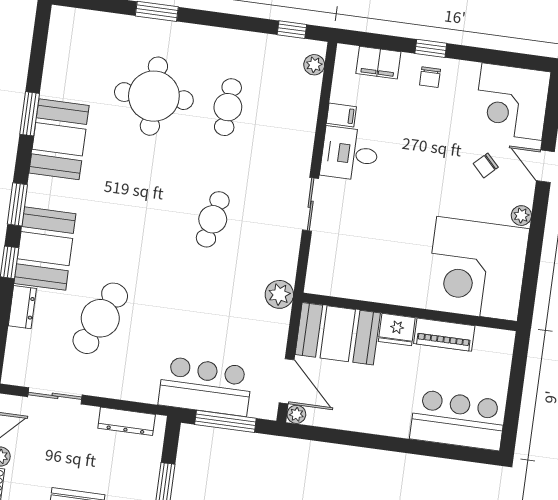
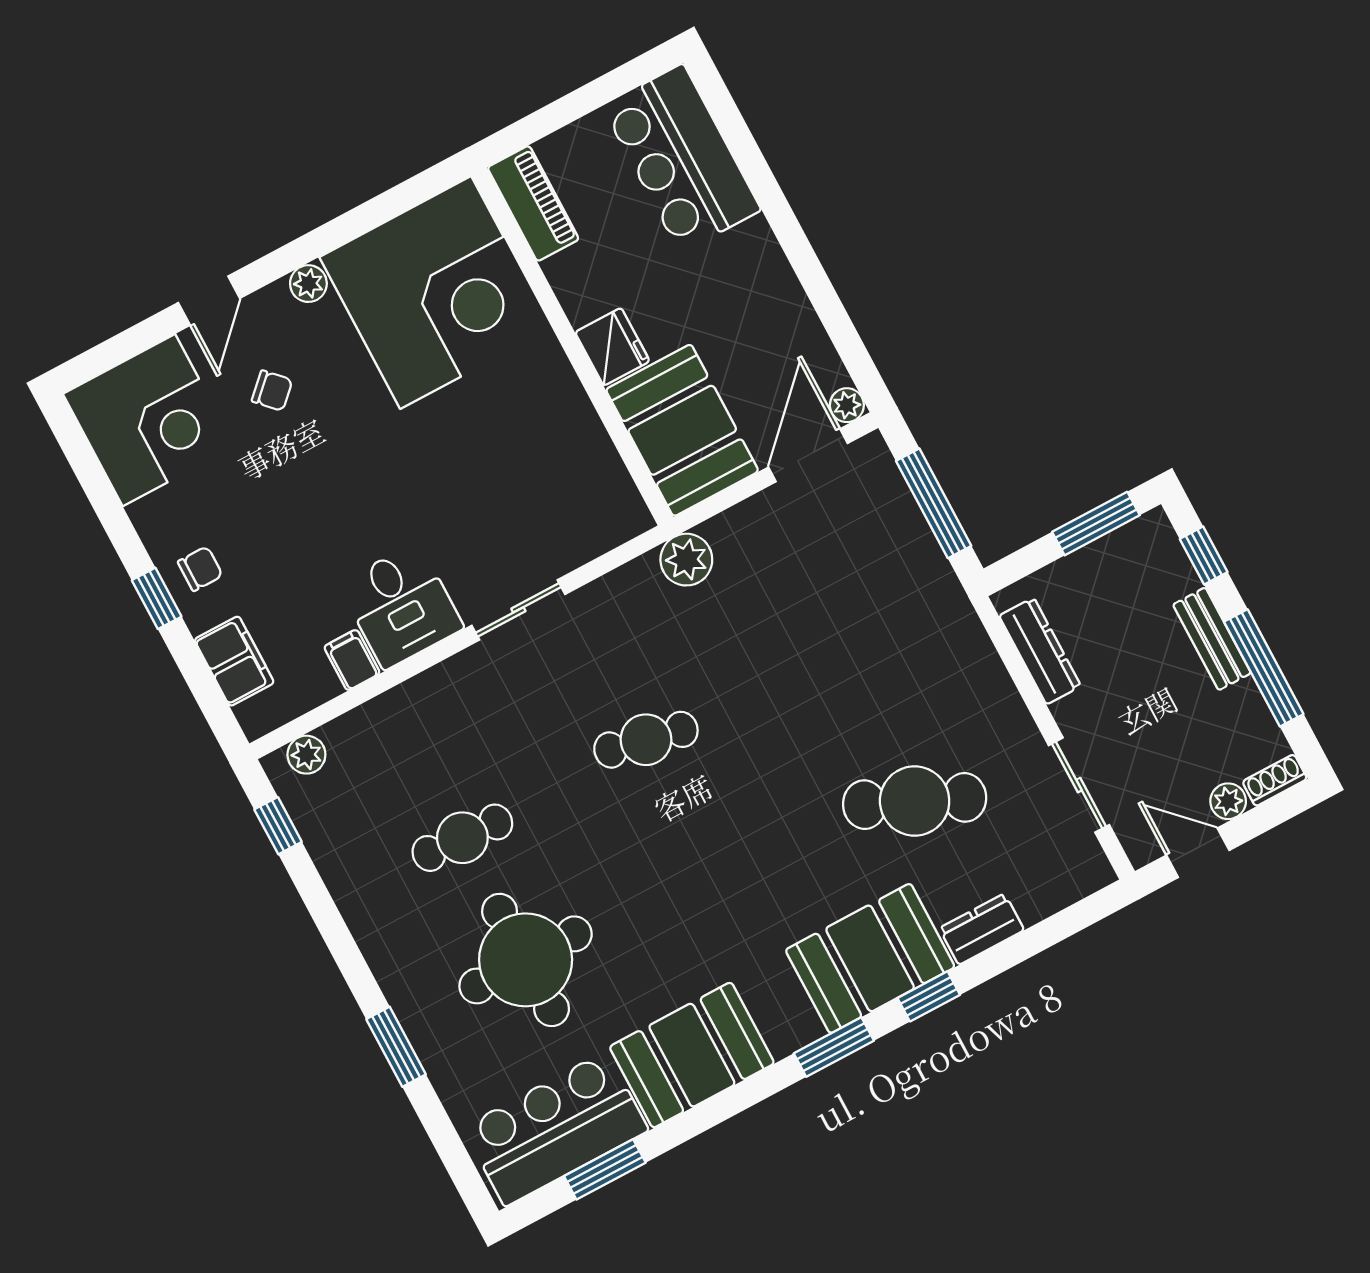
window: (30, 114) -> (605, 1169), moved
piano: (444, 335) -> (533, 203), moved
bar counter: (205, 386) -> (556, 1129), moved, turned 90

